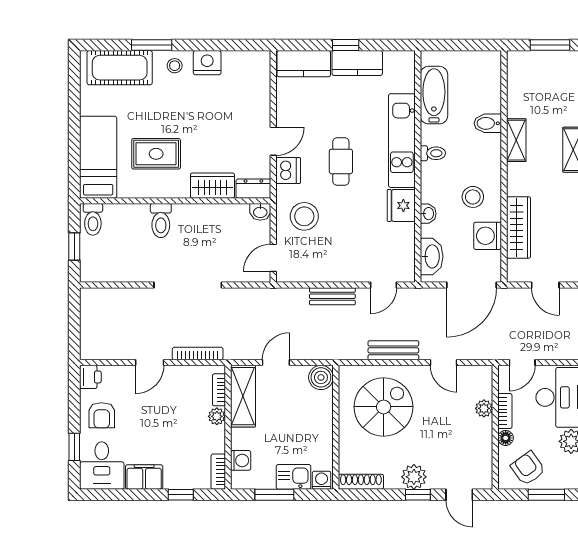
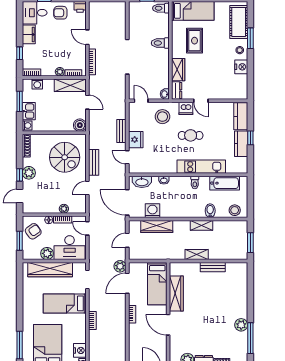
stool: (473, 197) -> (235, 210), moved
fridge: (401, 205) -> (136, 140), moved, turned 90

